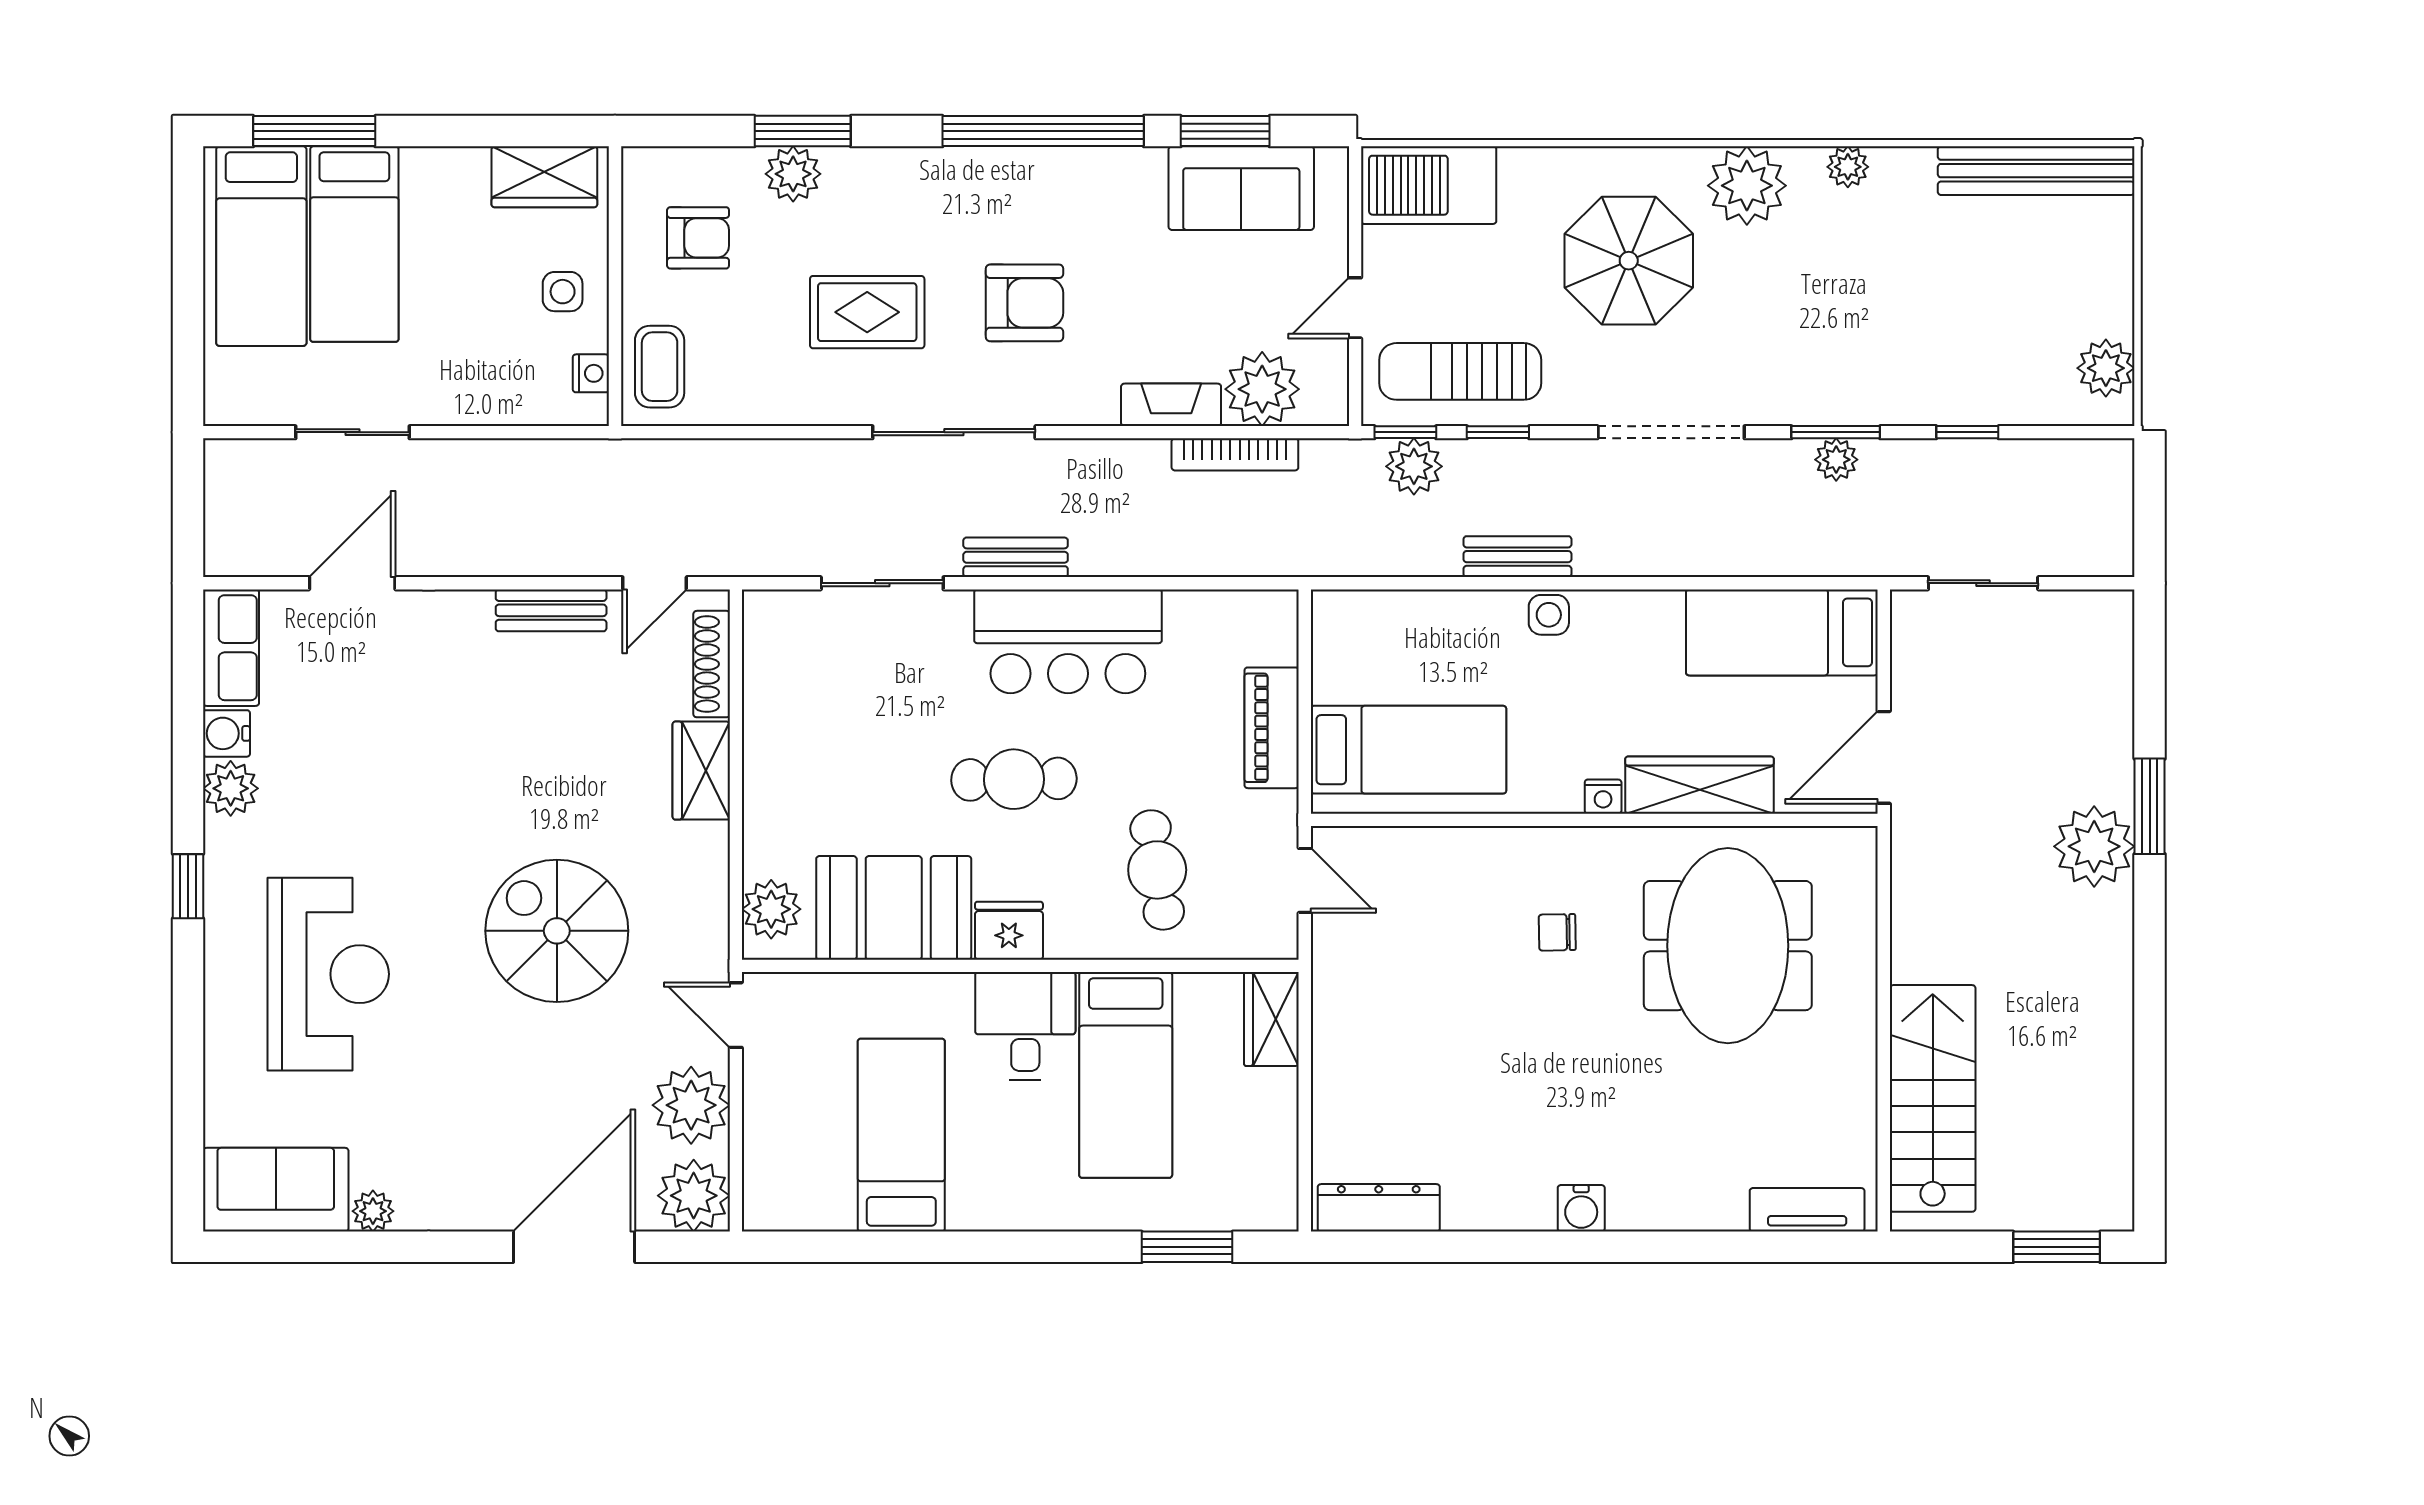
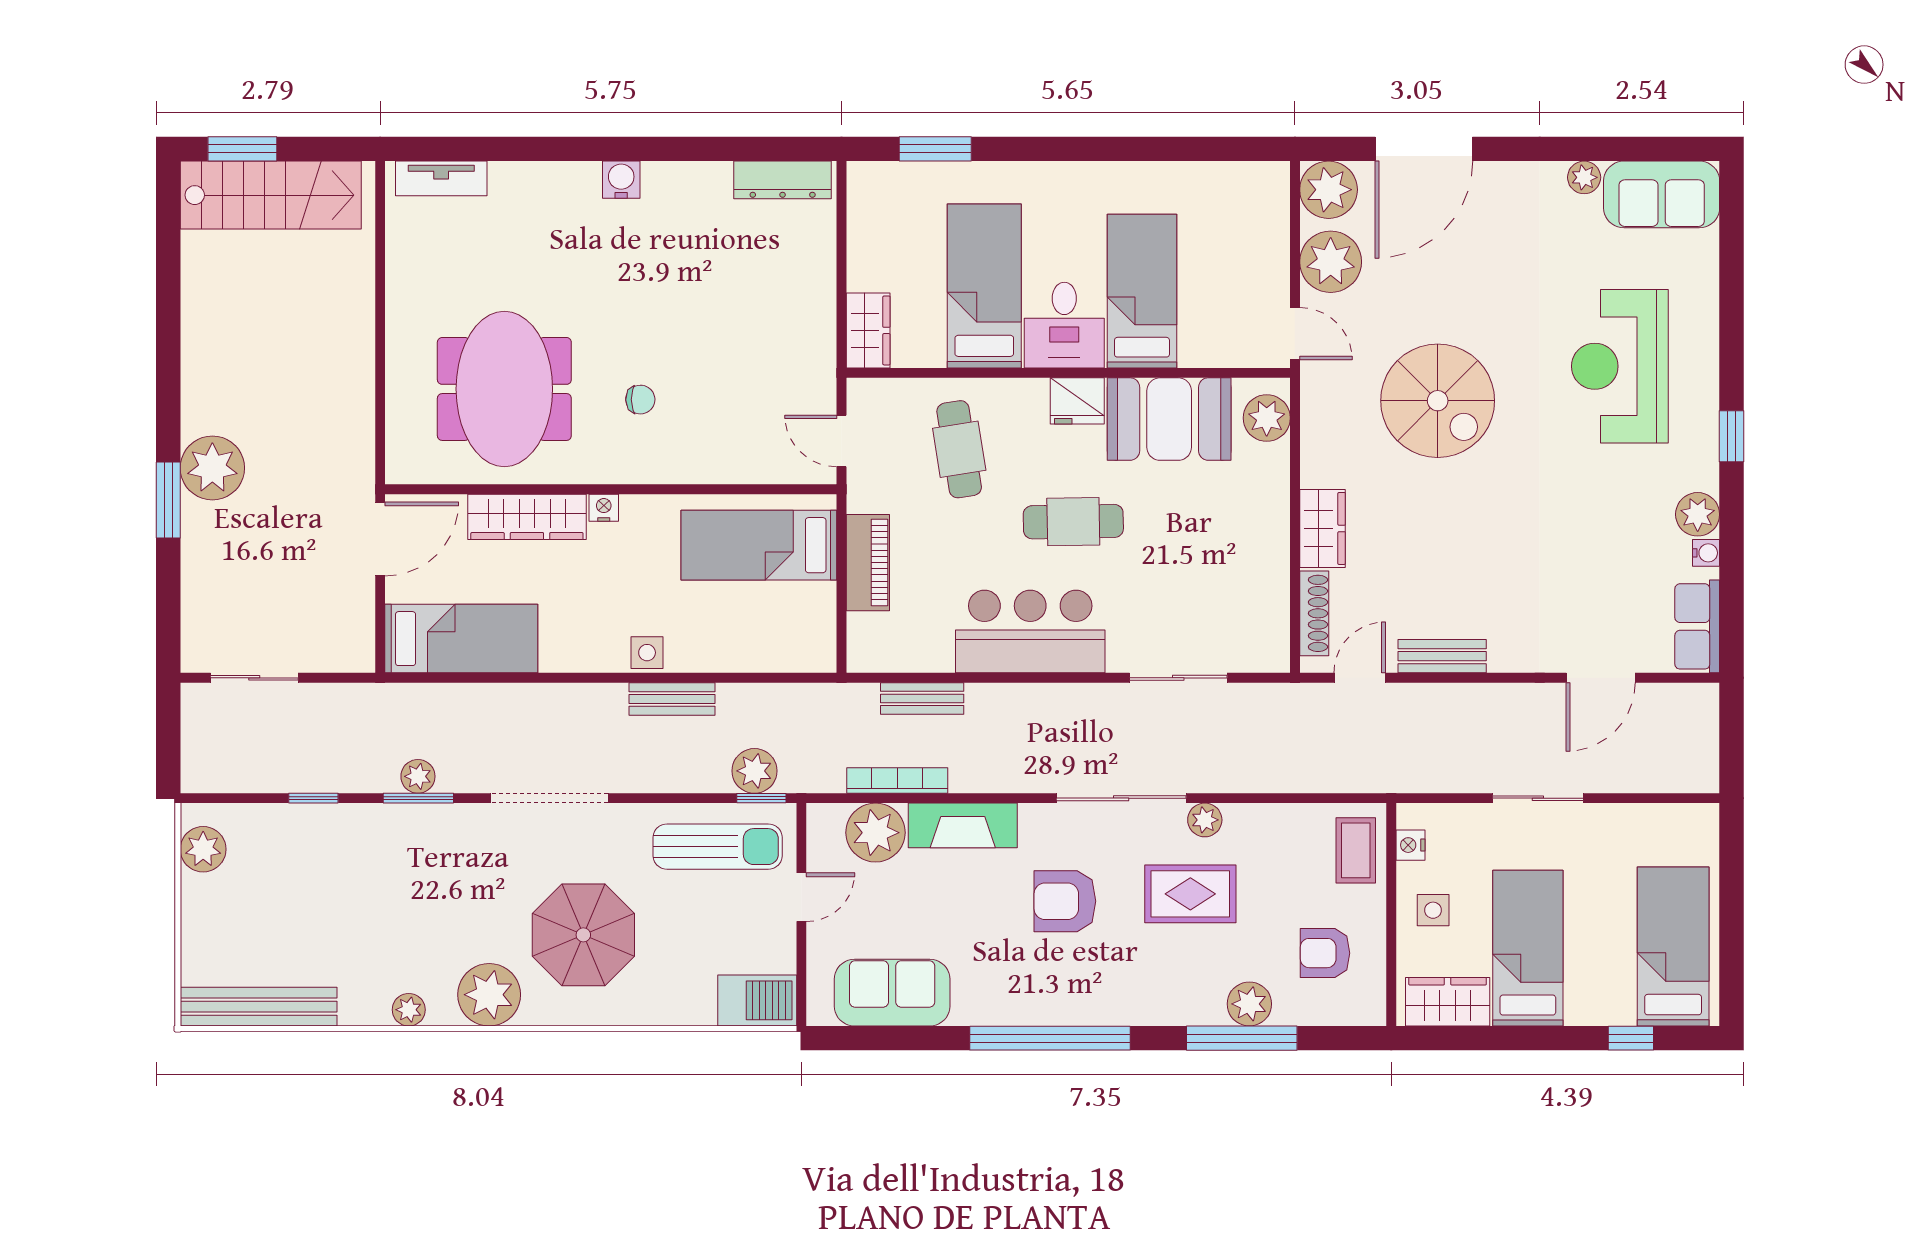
window: (314, 131) -> (1631, 1038), width x0.46
window: (803, 131) -> (1242, 1038), width x1.44
window: (1225, 131) -> (905, 1038), removed
barbecue: (1429, 185) -> (757, 1000), width x0.73, depth x0.83
bed: (354, 244) -> (1528, 948), moved
plant: (849, 405) -> (1205, 820), added
fireplace: (1171, 405) -> (963, 825), width x1.37, depth x1.32
sliding door: (352, 432) -> (1538, 798), moved
window: (1498, 432) -> (688, 798), removed
bench: (1016, 557) -> (922, 698), moved
sliding door: (1983, 583) -> (254, 678), moved
water cooler: (226, 733) -> (1706, 553), width x0.72, depth x0.72
stairs: (1933, 1098) -> (271, 195), moved, turned -90
bed: (901, 1135) -> (1142, 291), moved, turned 180

